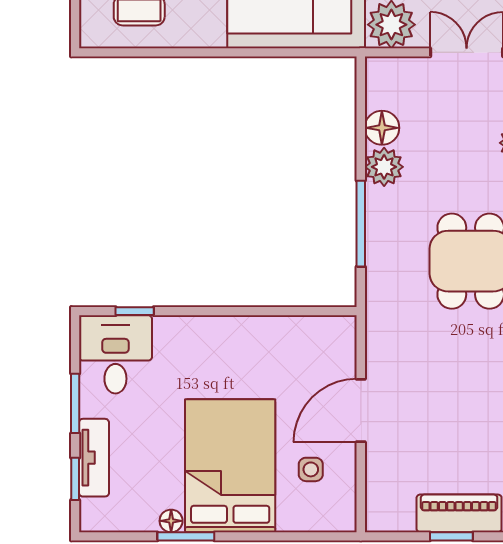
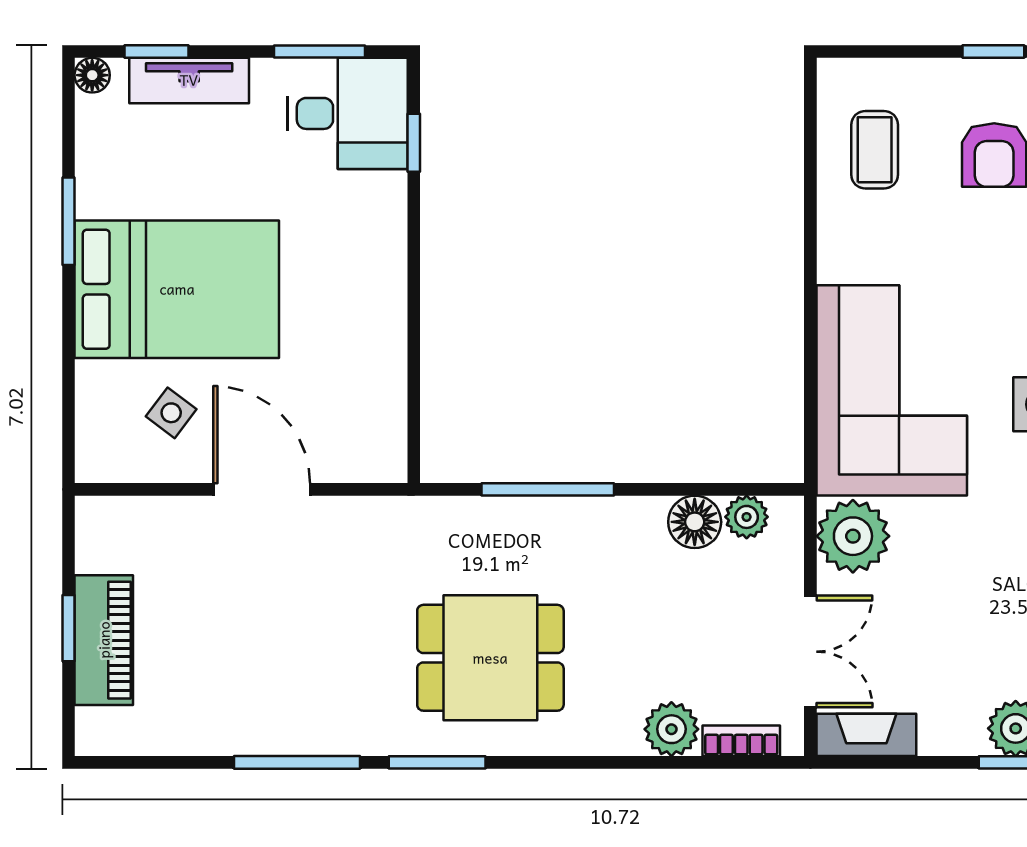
plant: (384, 167) -> (747, 517), moved, width x0.73, depth x0.73
window: (75, 403) -> (320, 52), moved
side table: (311, 469) -> (171, 413), turned 37
floor lamp: (171, 521) -> (92, 75), moved

